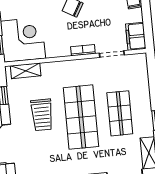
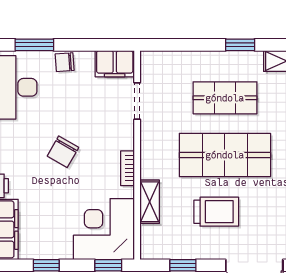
bookcase: (83, 50) -> (127, 168), moved
shelving: (26, 71) -> (150, 202), moved

